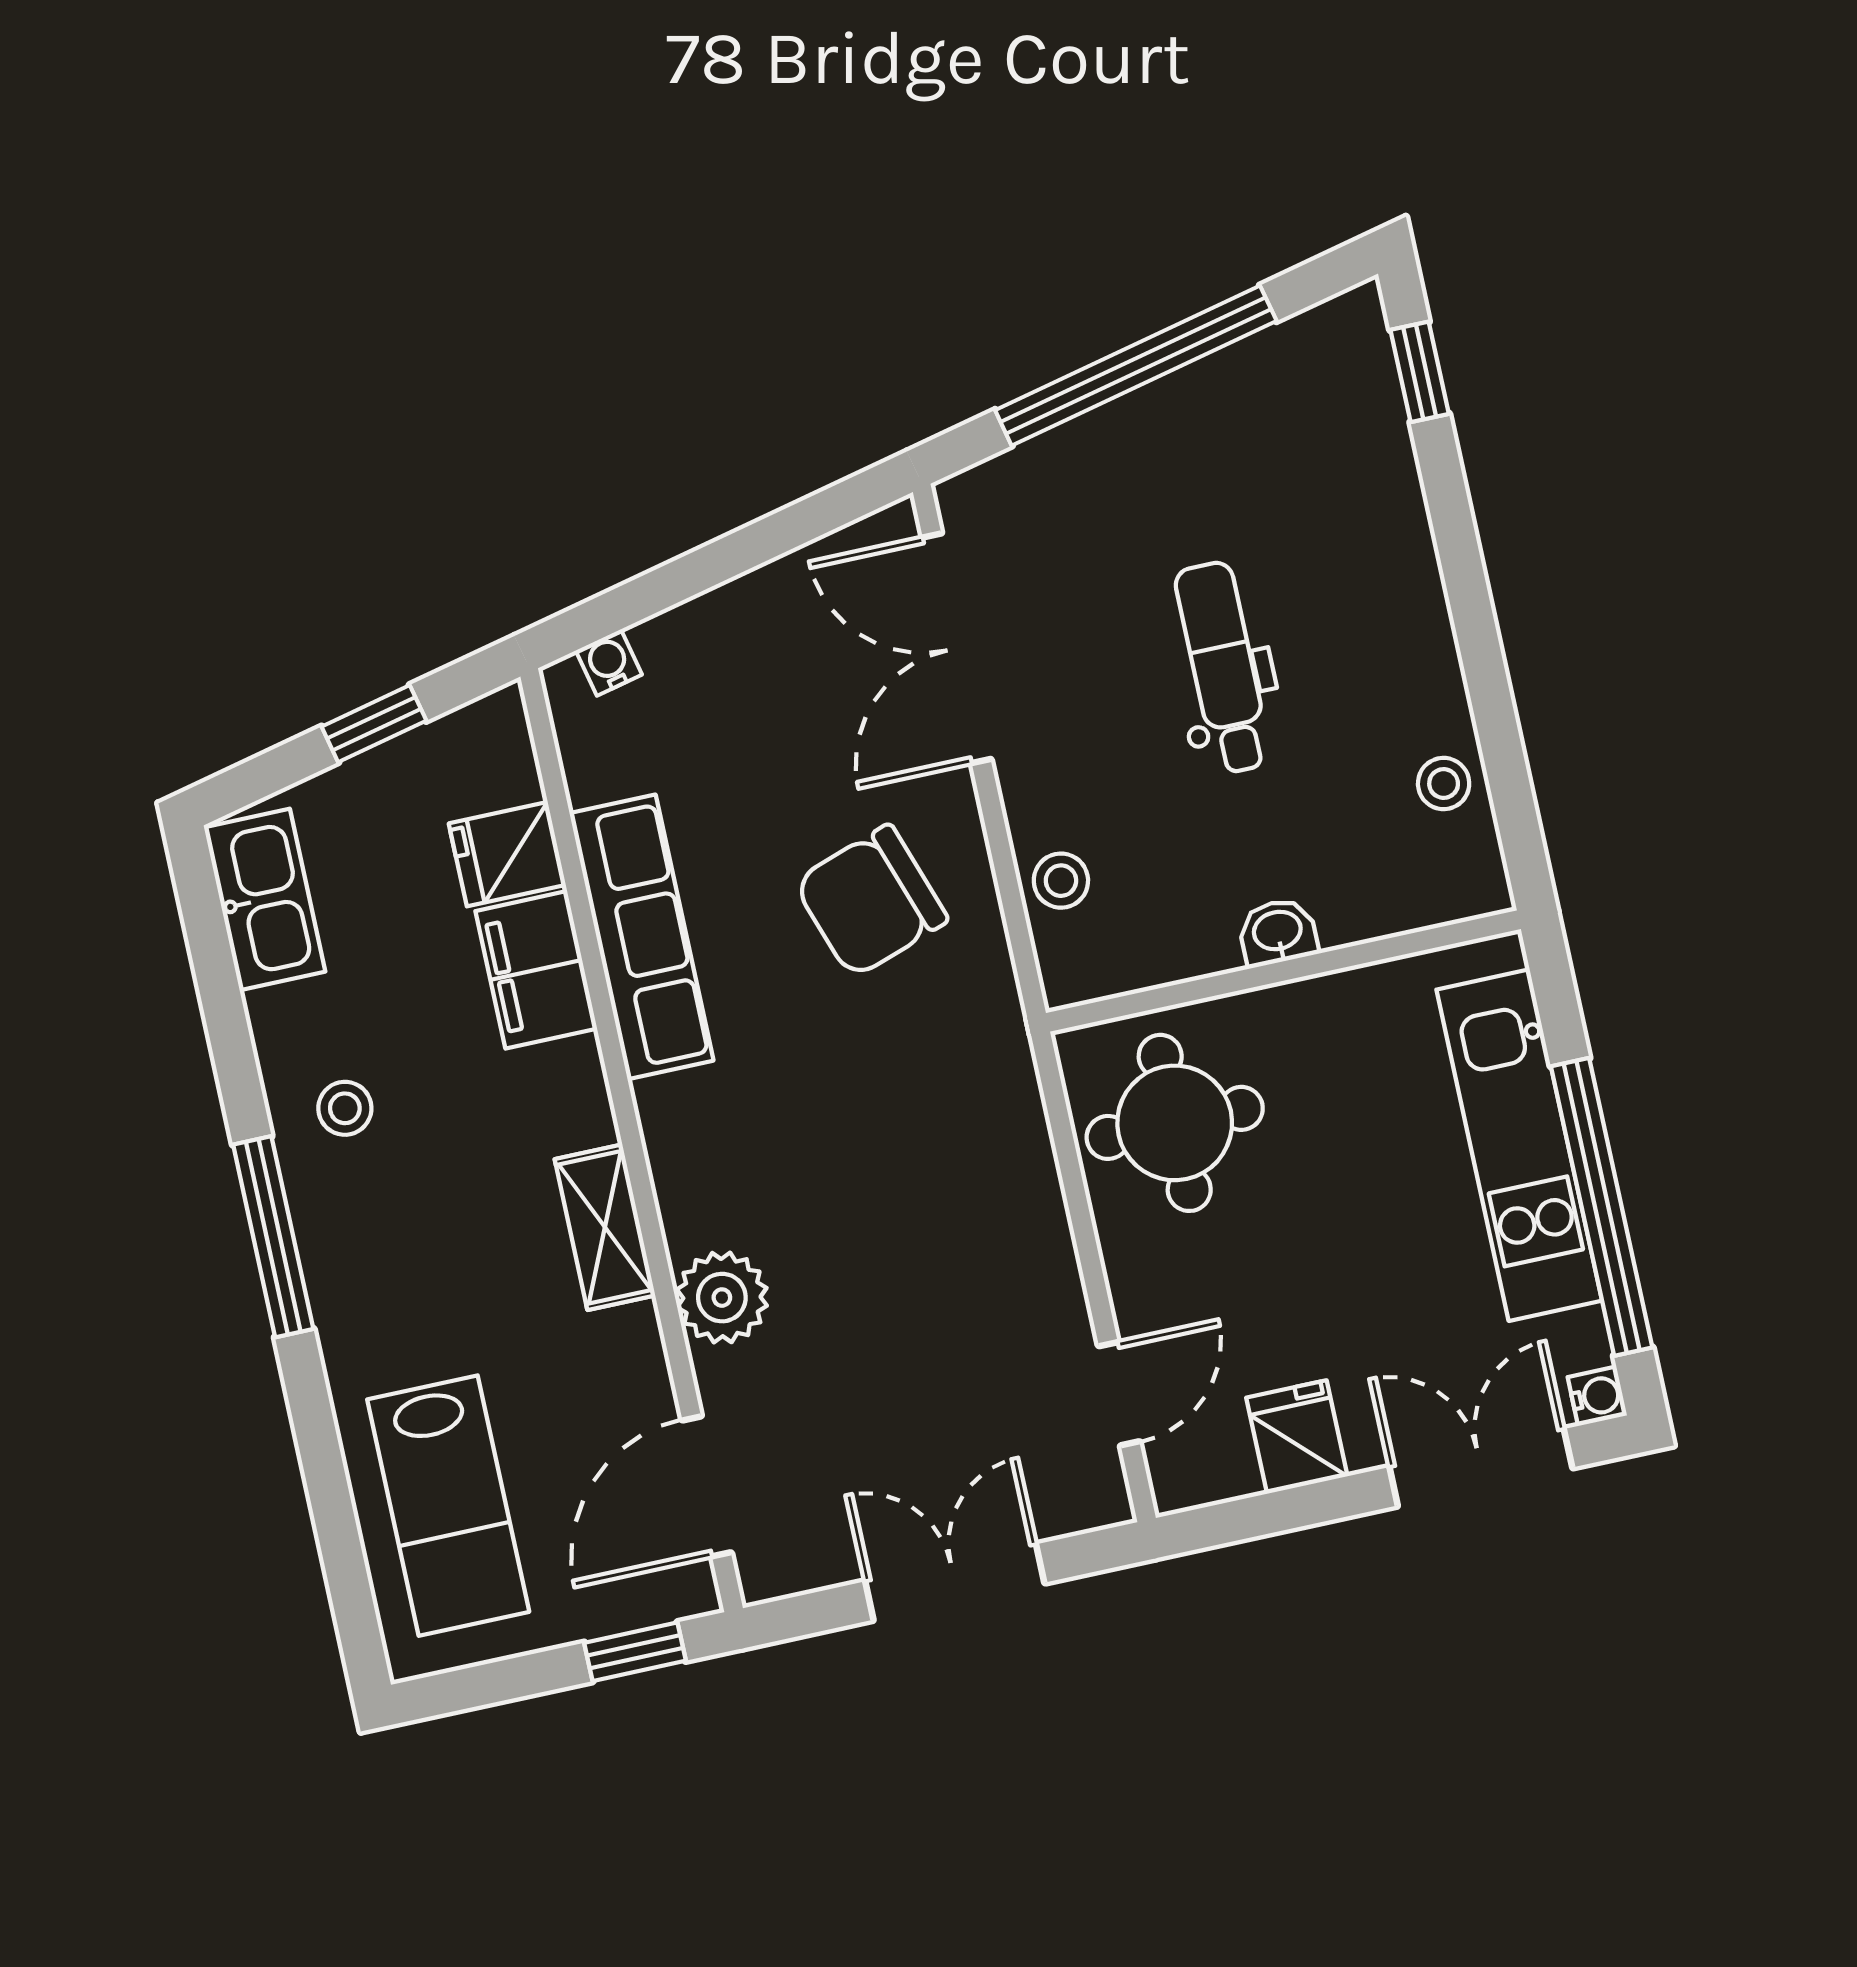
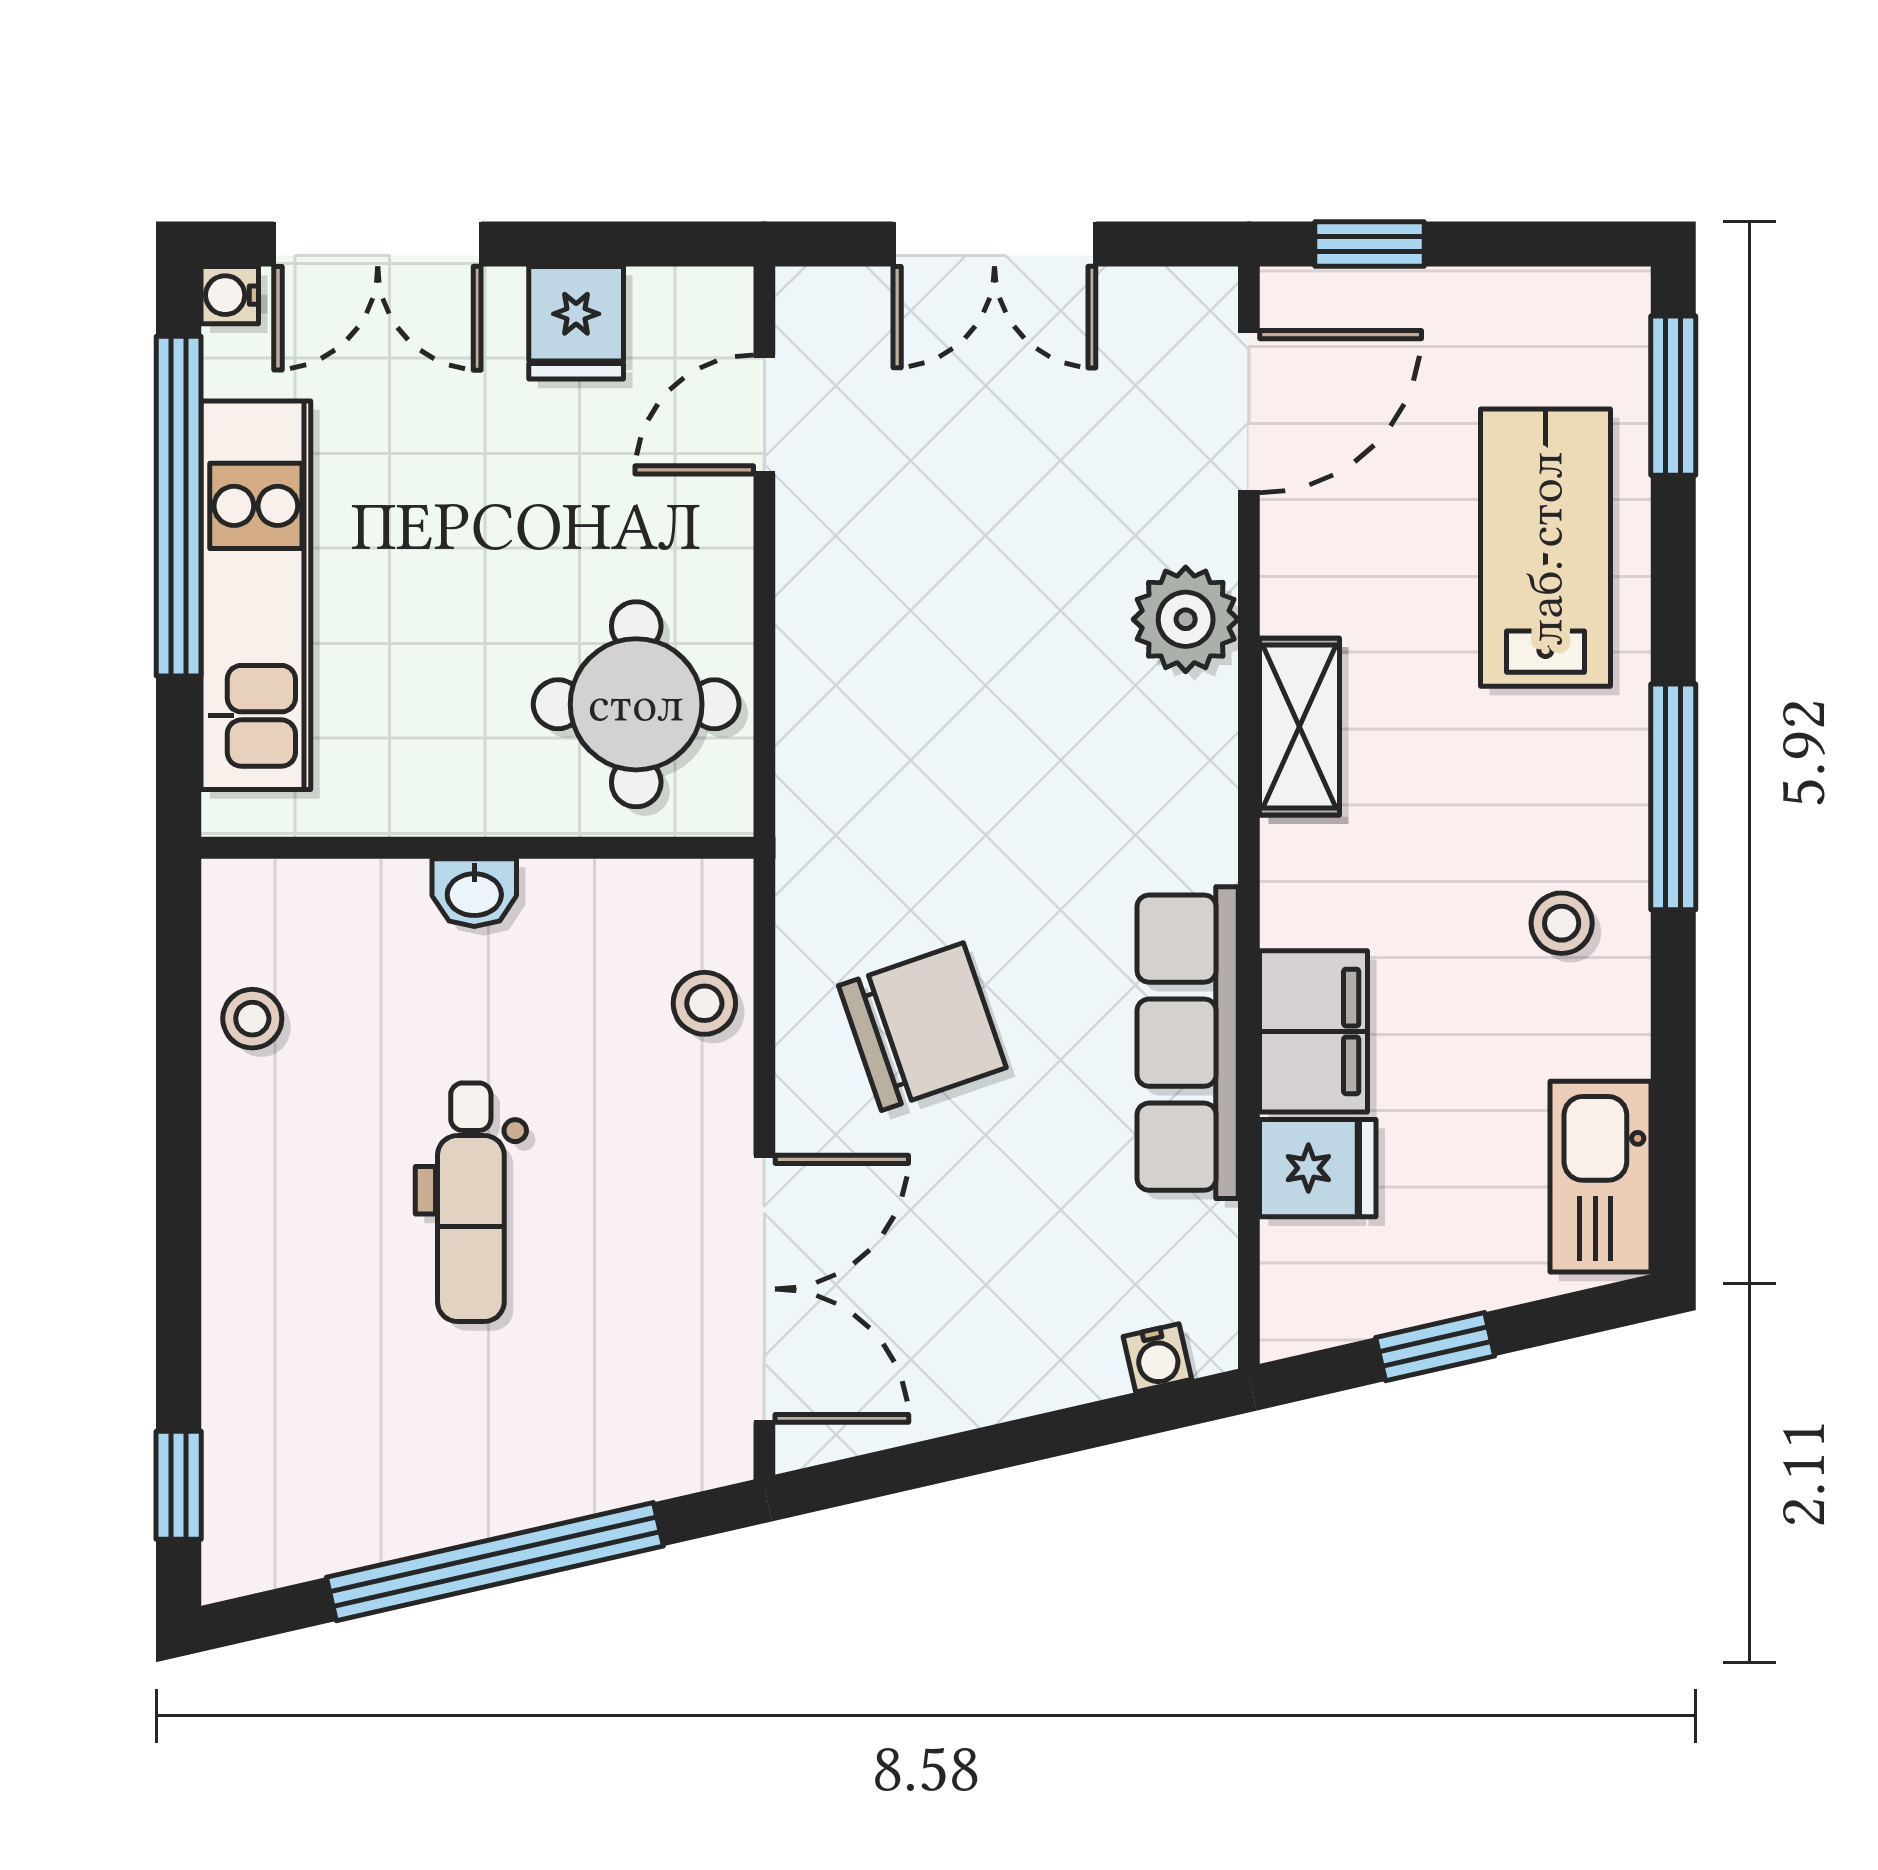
lab bench: (448, 1506) -> (1545, 548), moved
window: (348, 1579) -> (1673, 396), added

